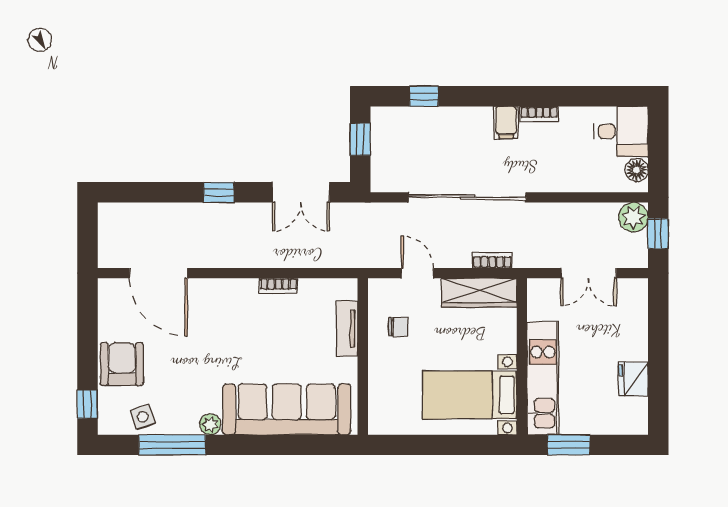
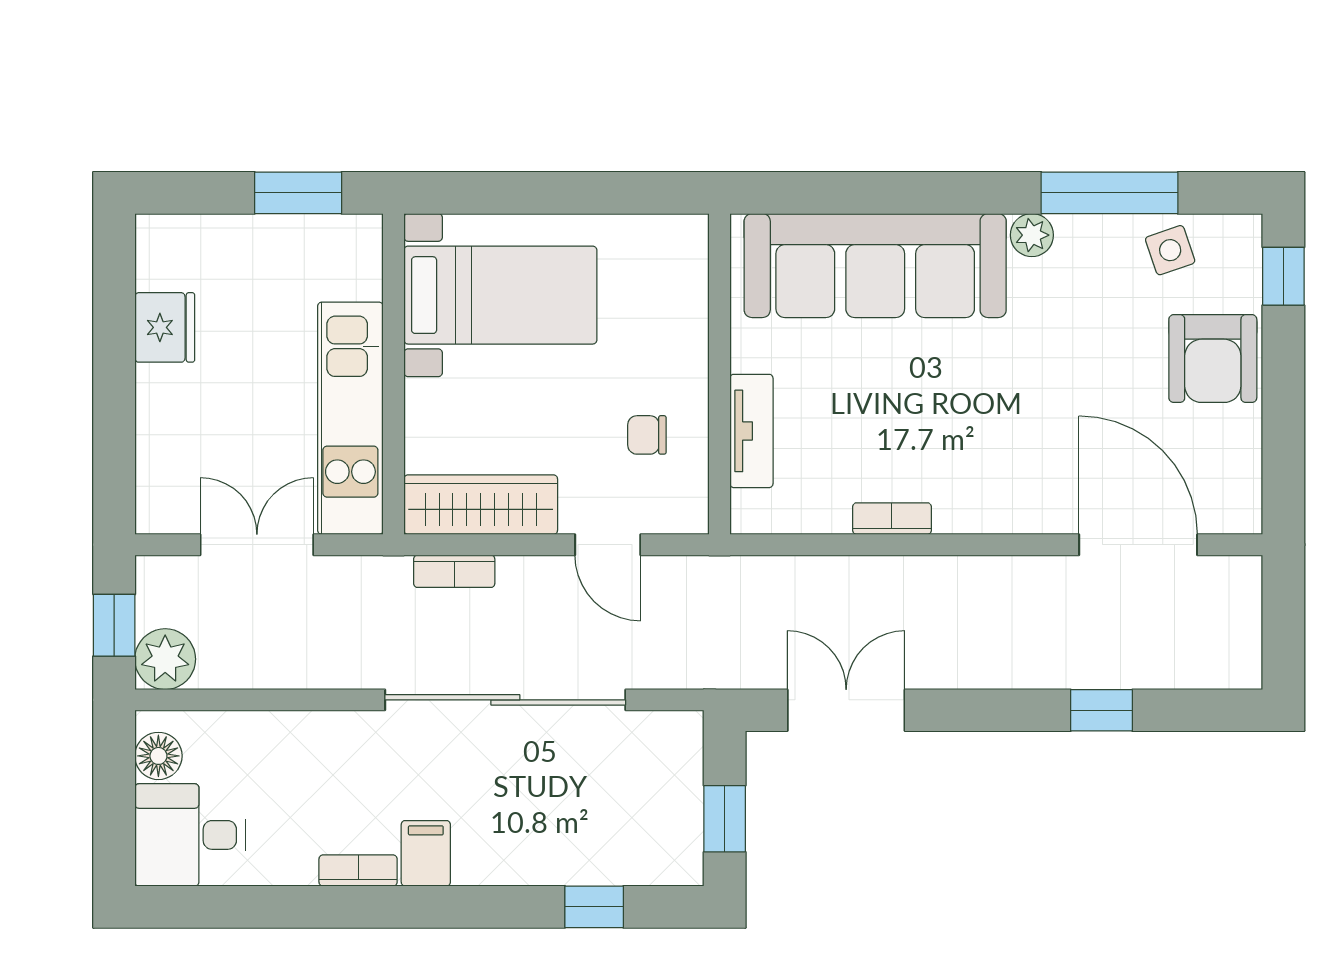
window: (219, 192) -> (1101, 710), moved
kitchen unit: (543, 378) -> (350, 418), moved

